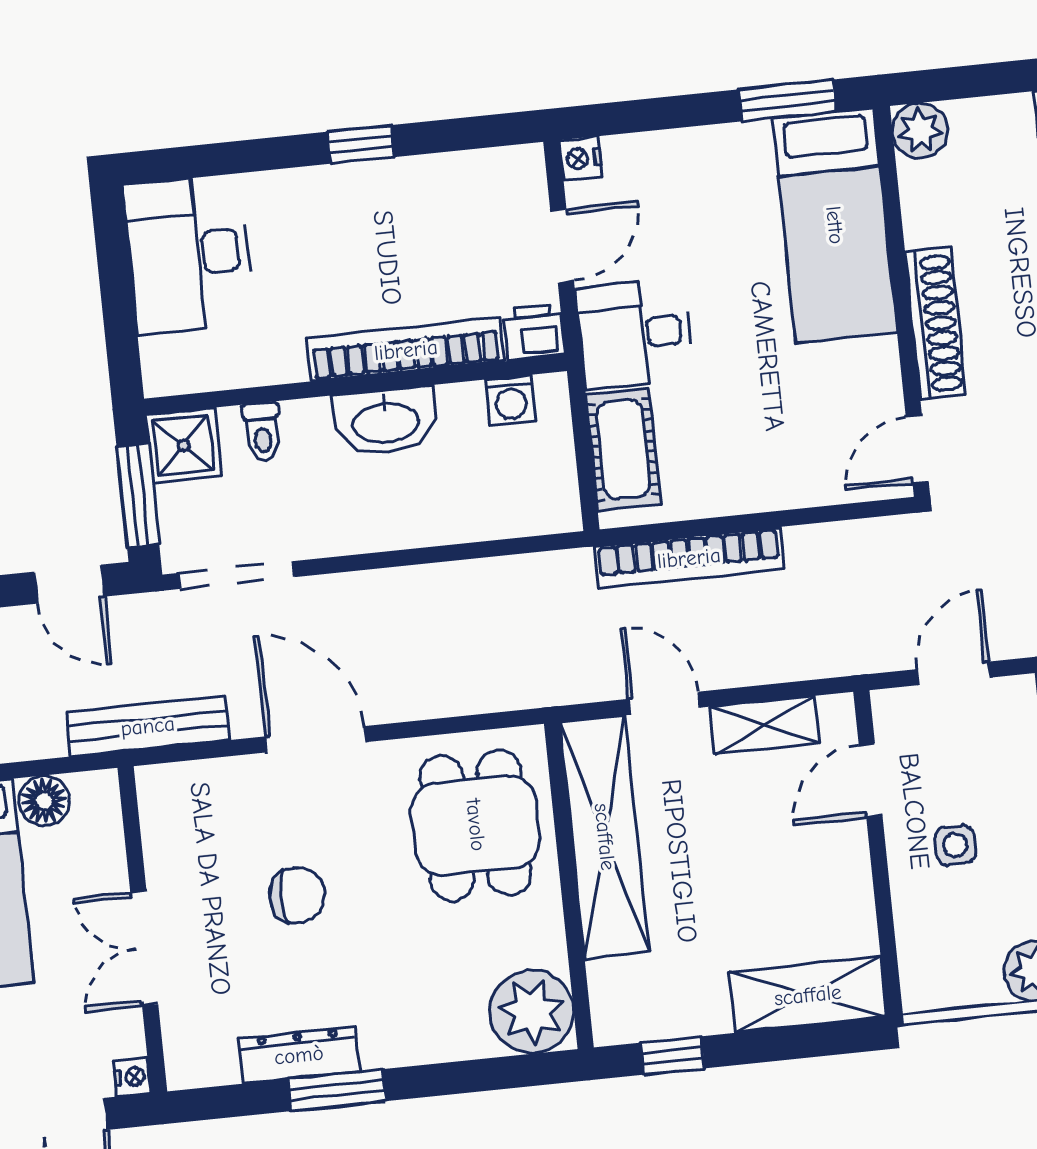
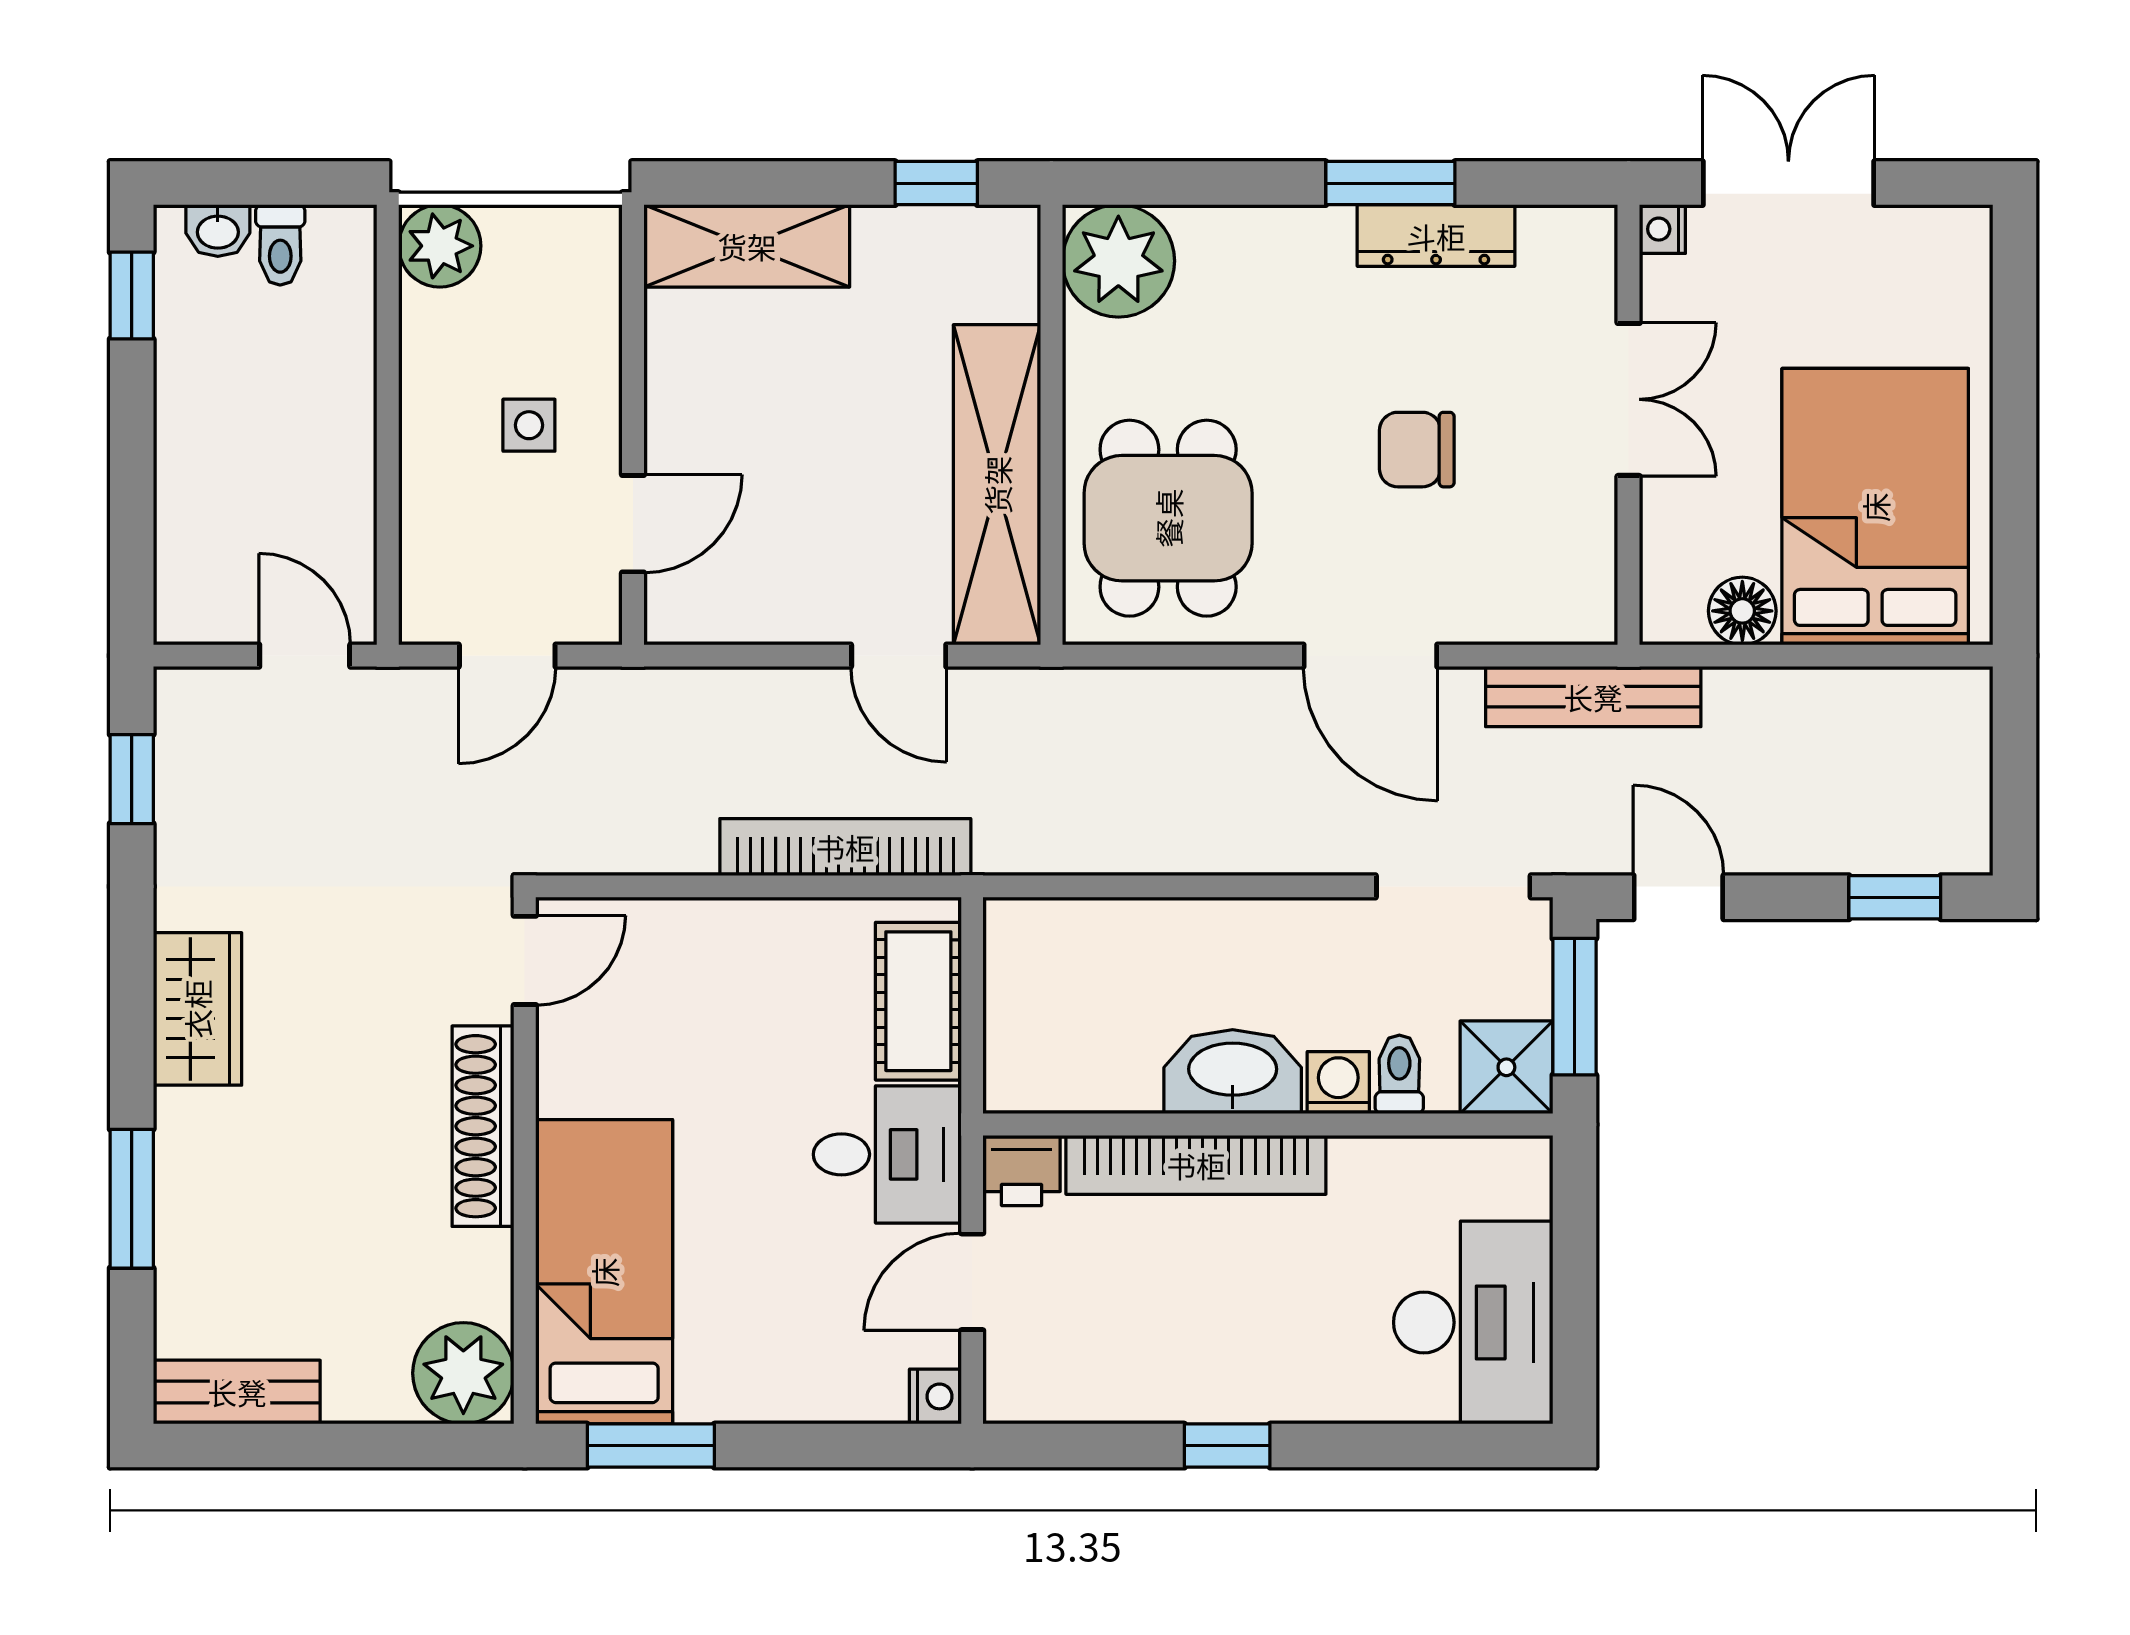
plant: (920, 131) -> (463, 1373), width x1.36, depth x1.36
washing machine: (511, 400) -> (1338, 1083), moved
shelving: (765, 725) -> (767, 613), removed

